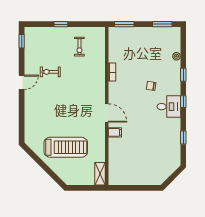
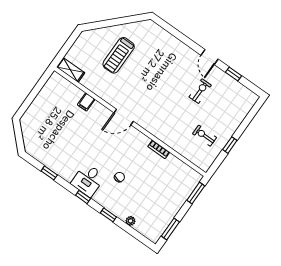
window: (61, 24) -> (230, 145), moved
window: (22, 41) -> (233, 74), moved
filing cabinet: (115, 132) -> (86, 102), moved
treadmill: (66, 147) -> (119, 55), width x0.73, depth x0.73

